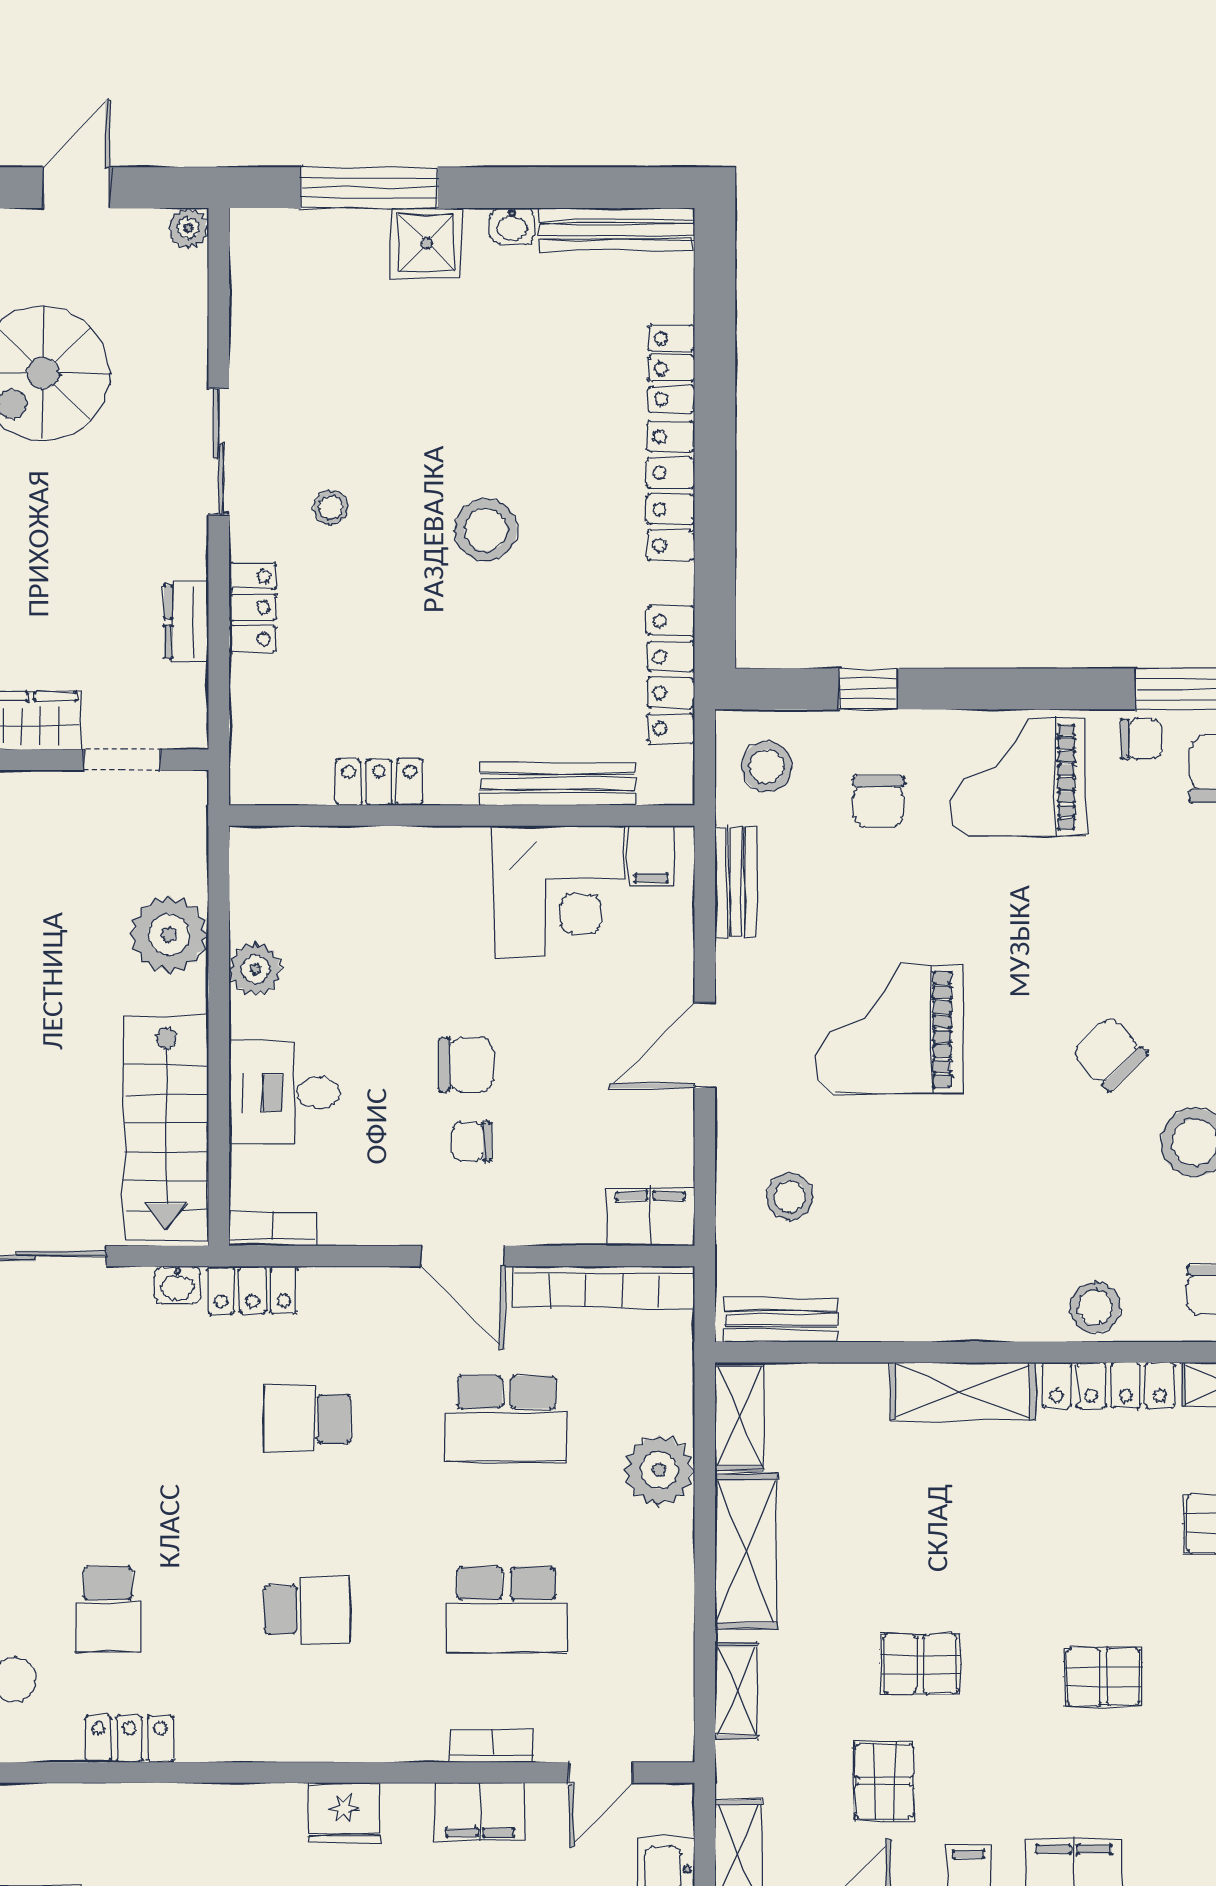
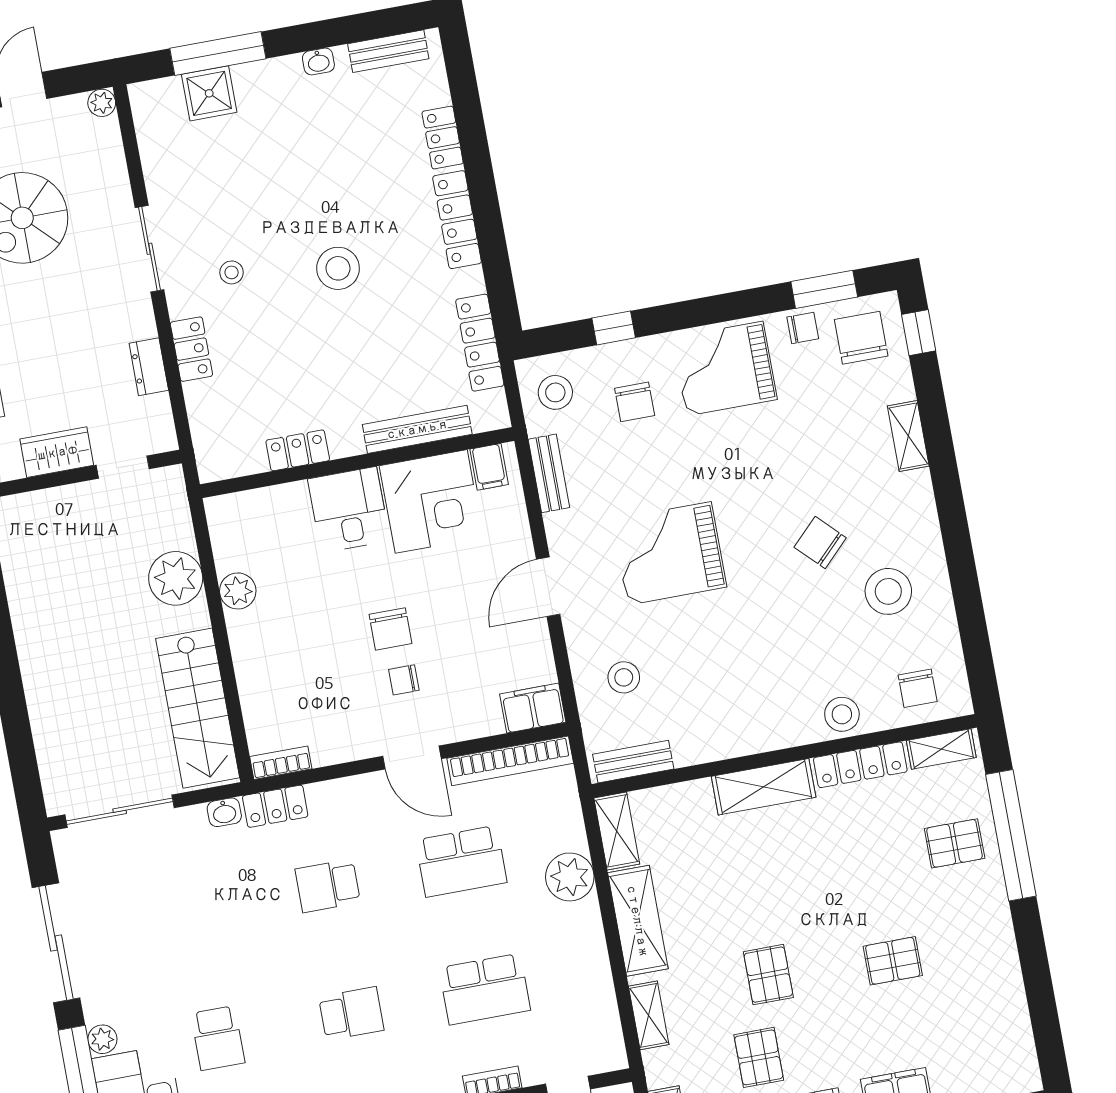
bench: (616, 230) -> (388, 51), width x0.73
shower: (426, 243) -> (209, 93), moved
chair: (466, 1065) -> (390, 629), turned 90
desk: (284, 1093) -> (349, 510), moved, turned 90
pallet: (920, 1664) -> (768, 975), turned 90

